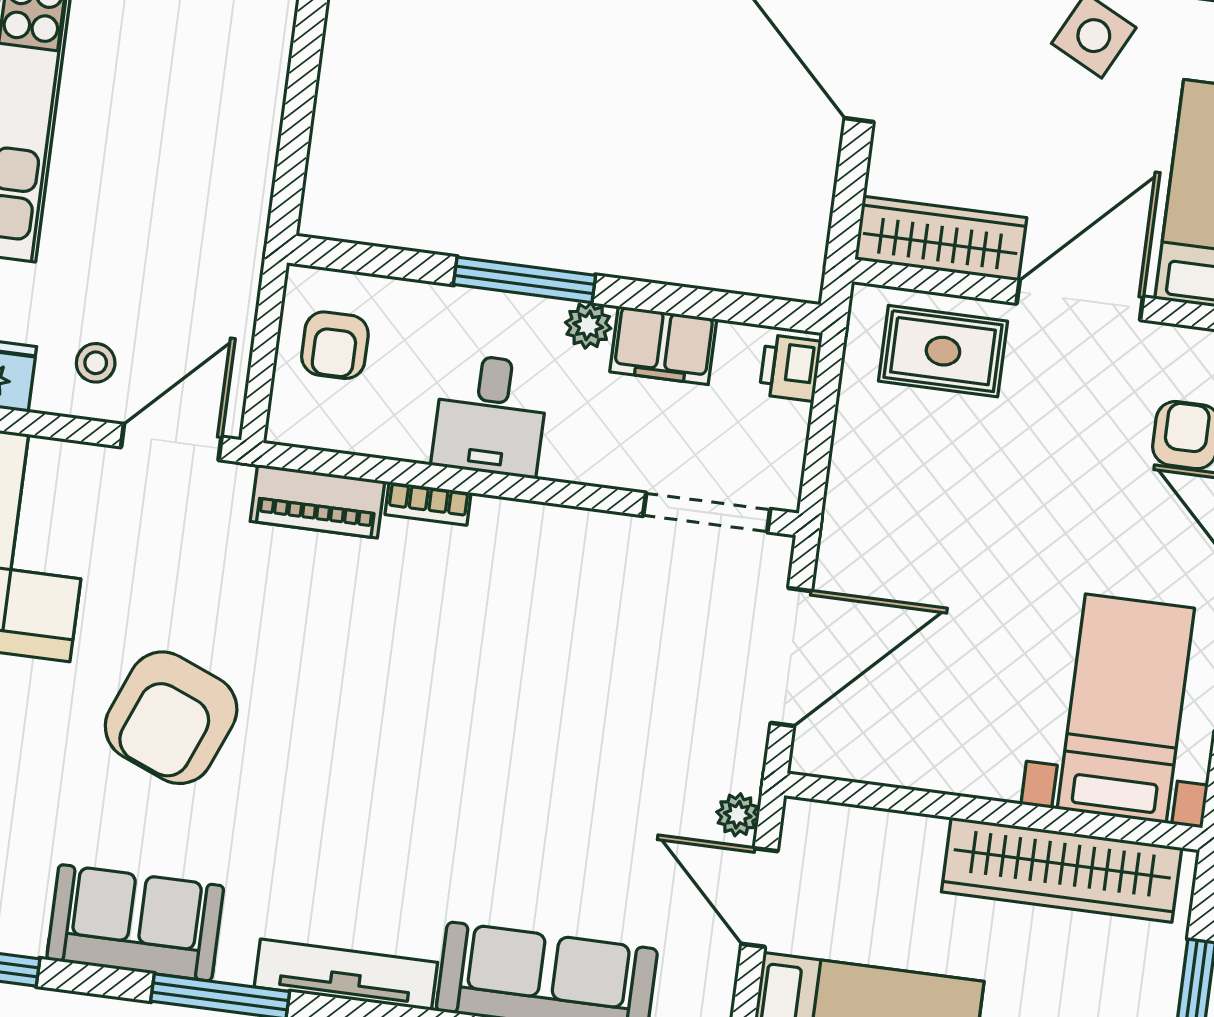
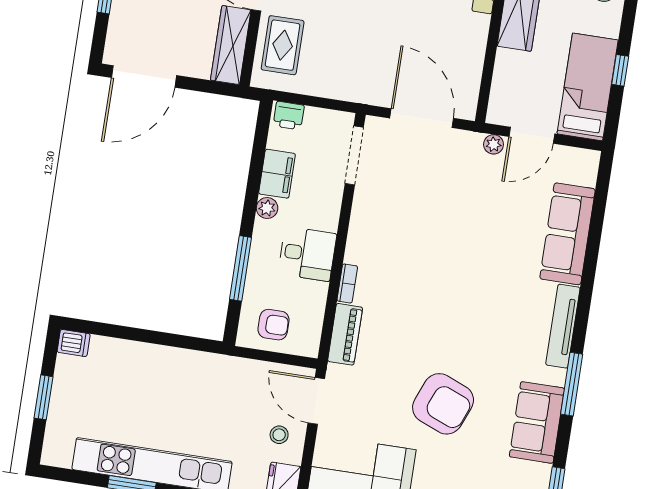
window: (524, 280) -> (241, 268), moved

